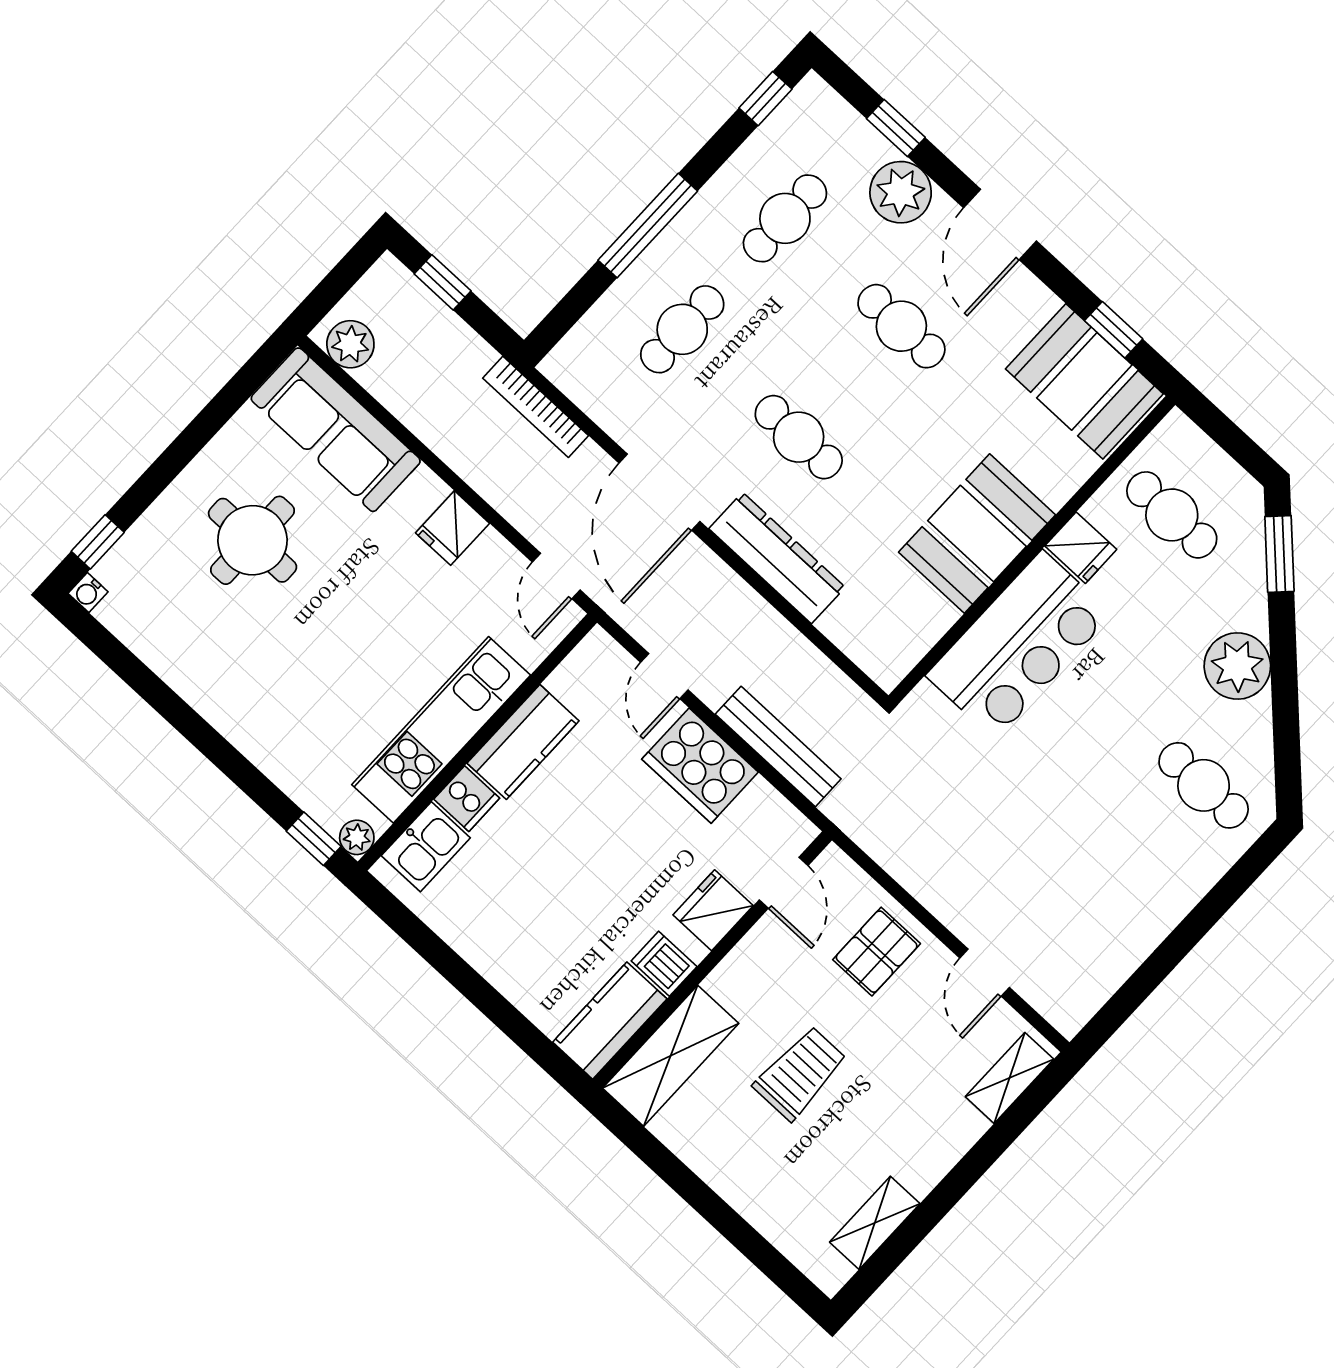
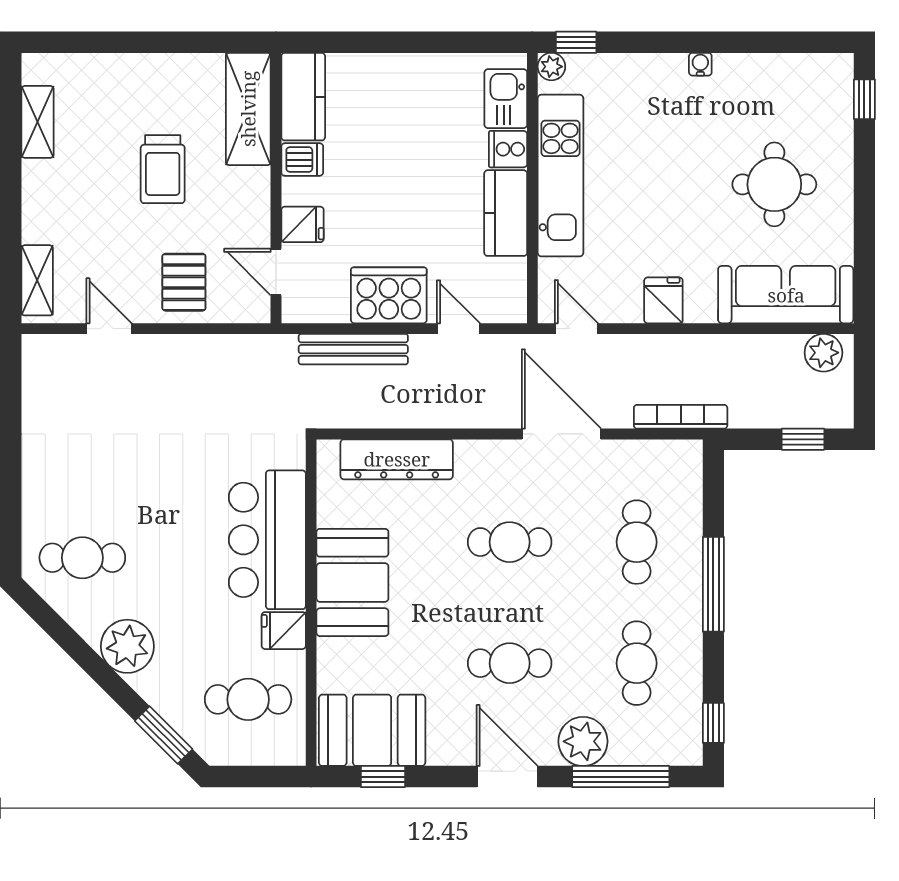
window: (896, 128) -> (621, 777), width x2.17
dresser: (777, 558) -> (397, 459), moved
water cooler: (88, 593) -> (700, 64), moved
fridge: (713, 910) -> (302, 224), width x0.72

